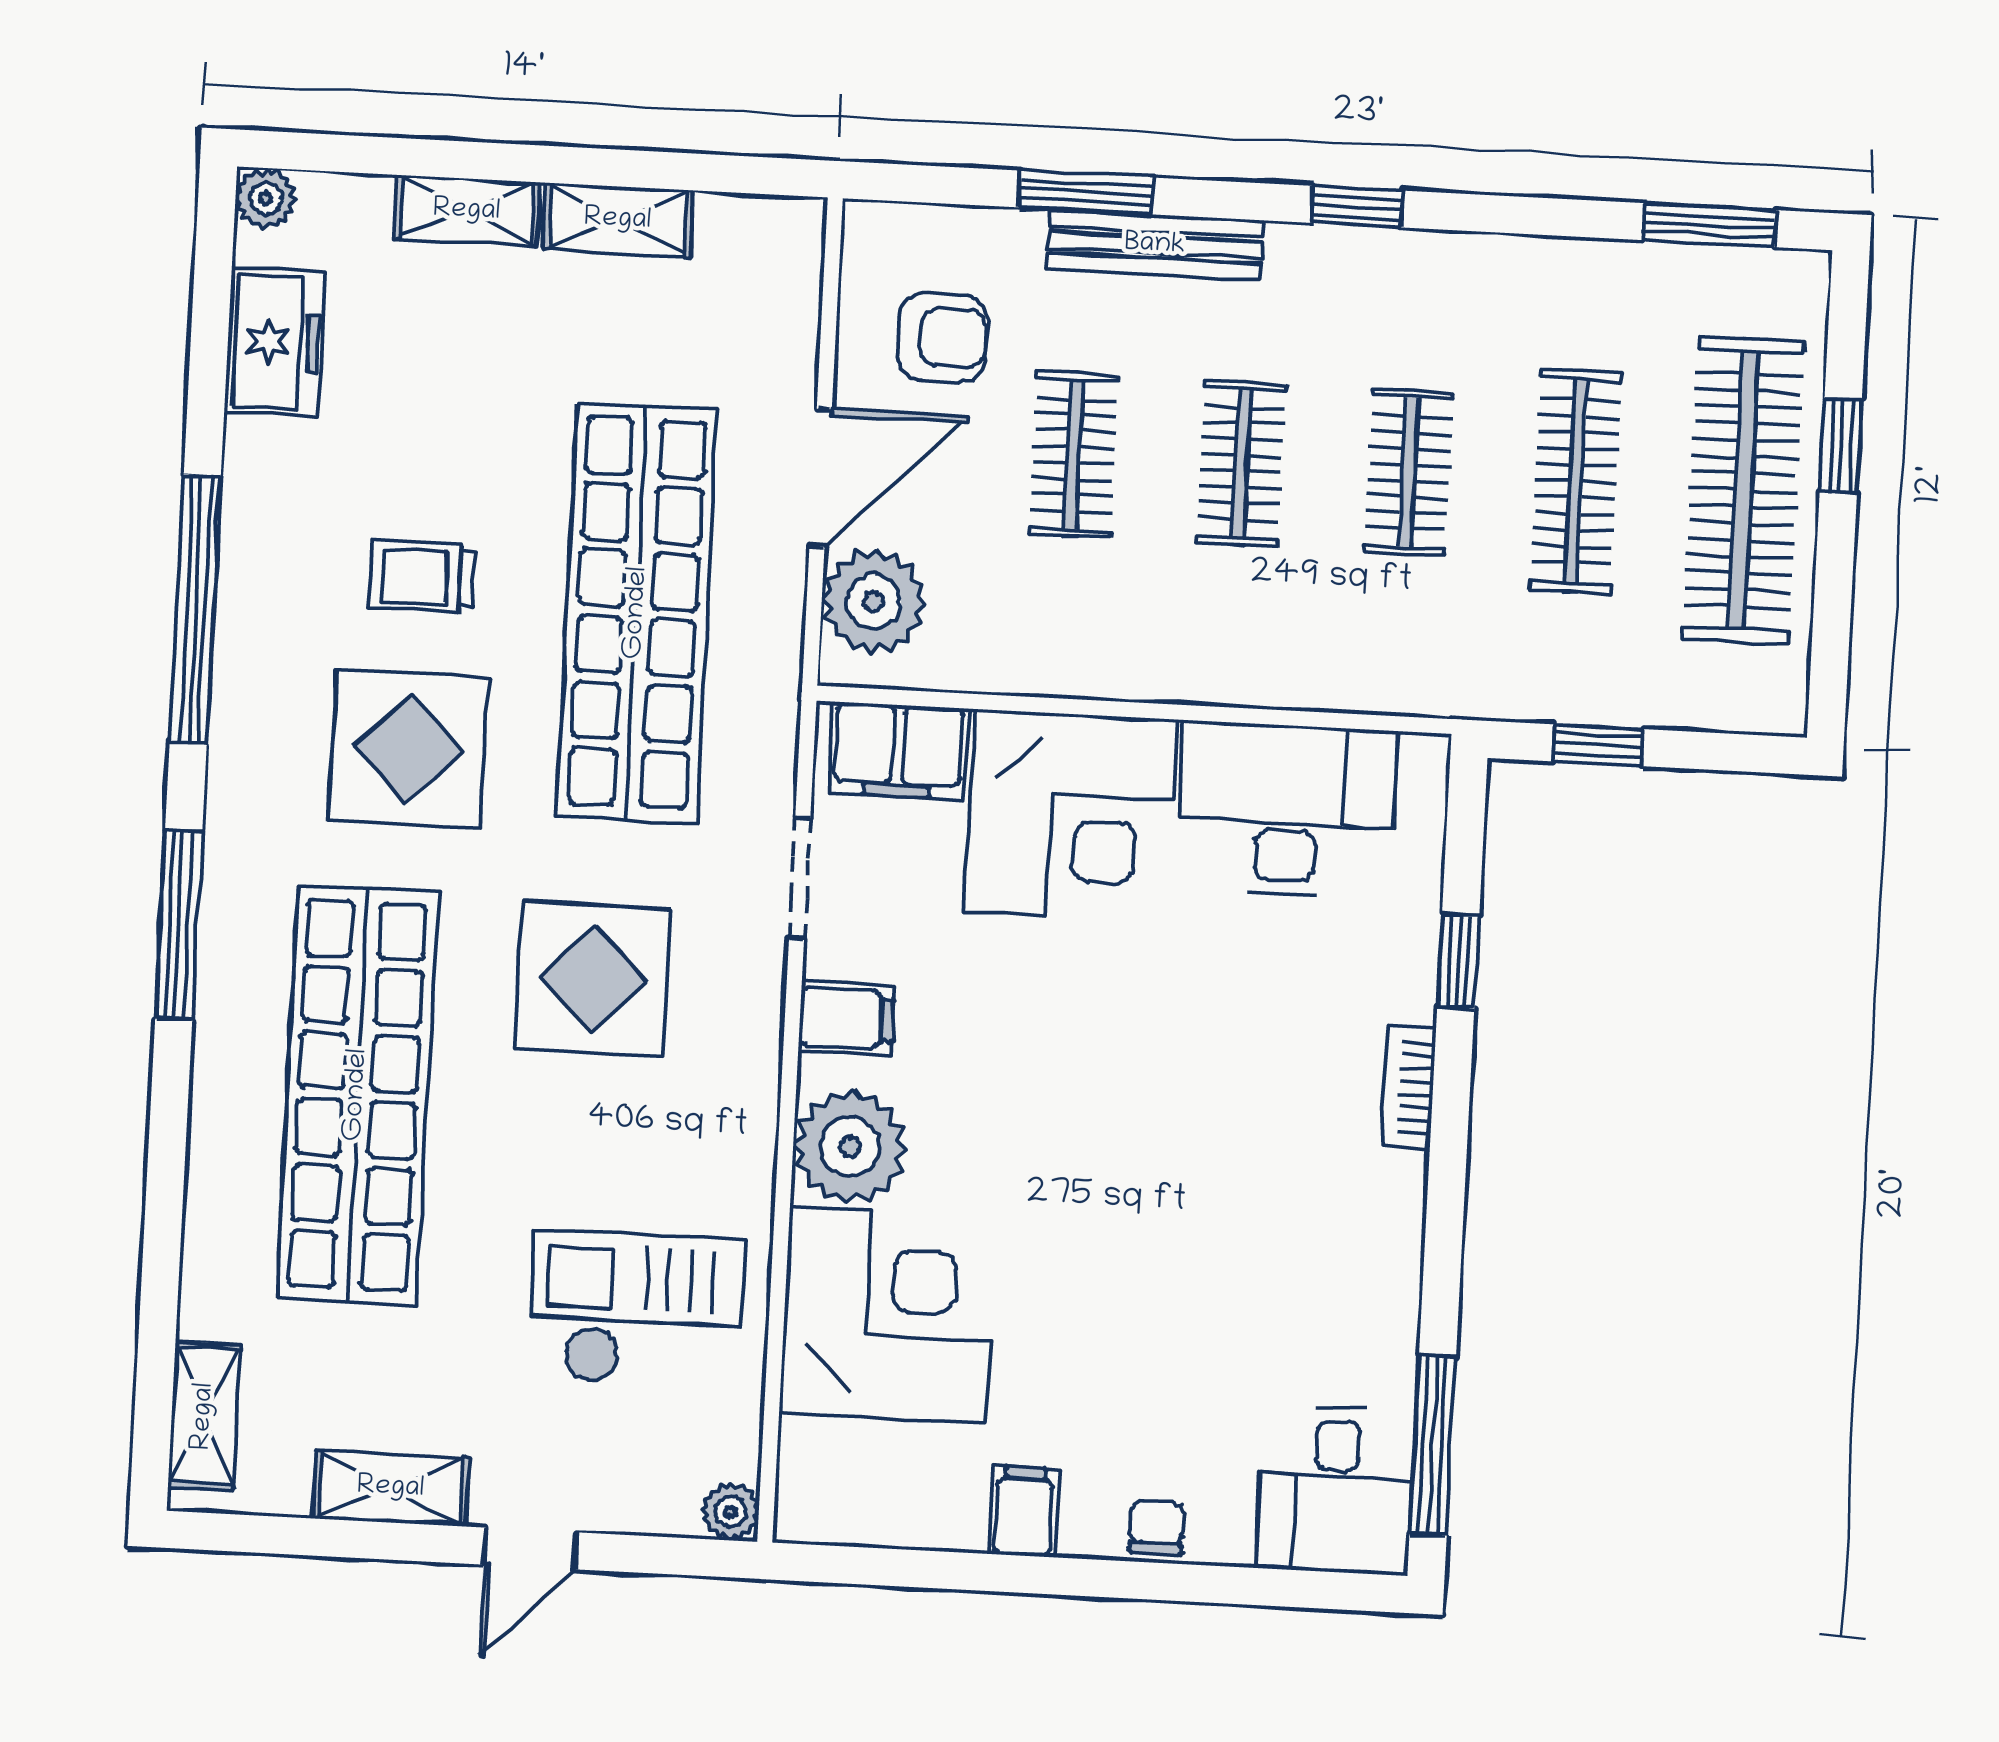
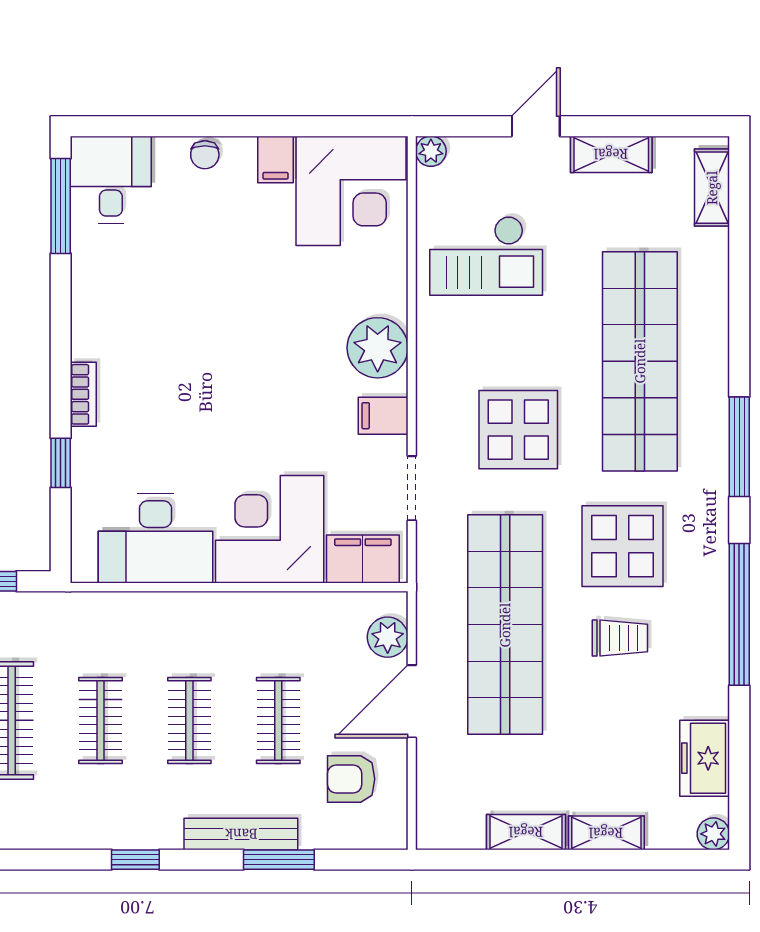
plant: (874, 602) -> (388, 637), width x0.73, depth x0.73
corner desk: (888, 1315) -> (351, 191), moved, turned -90

